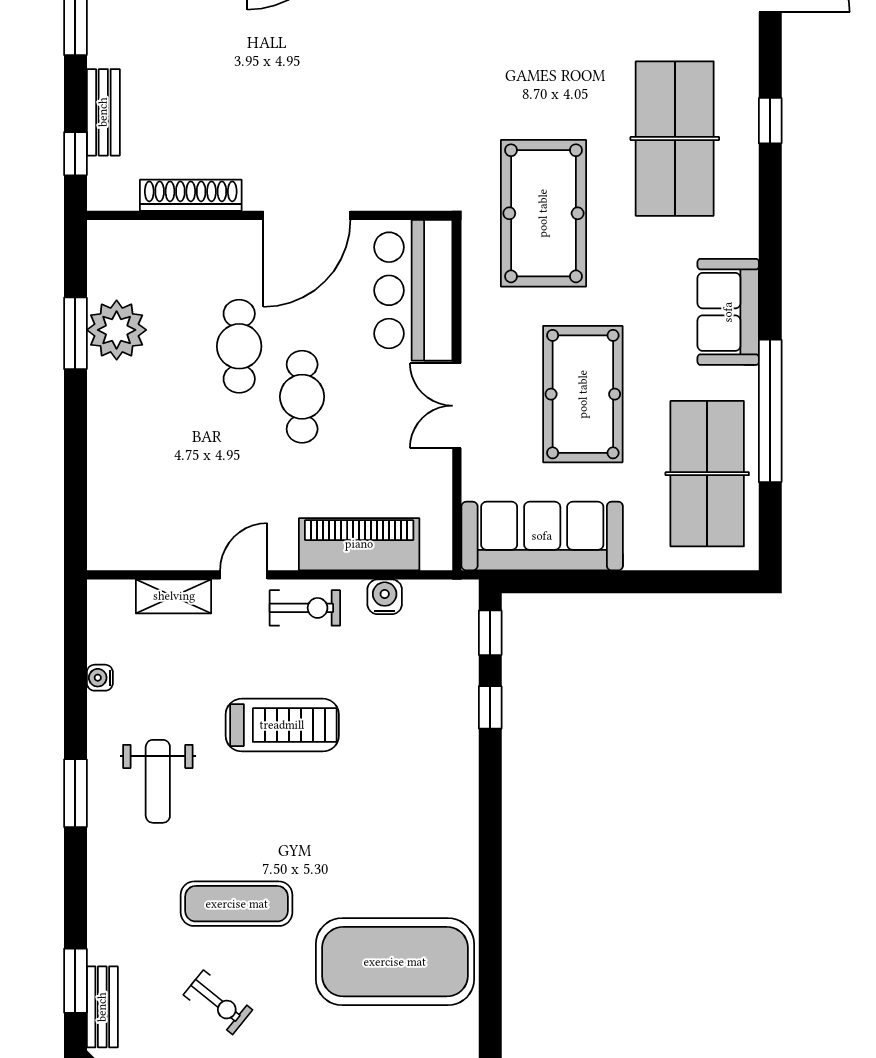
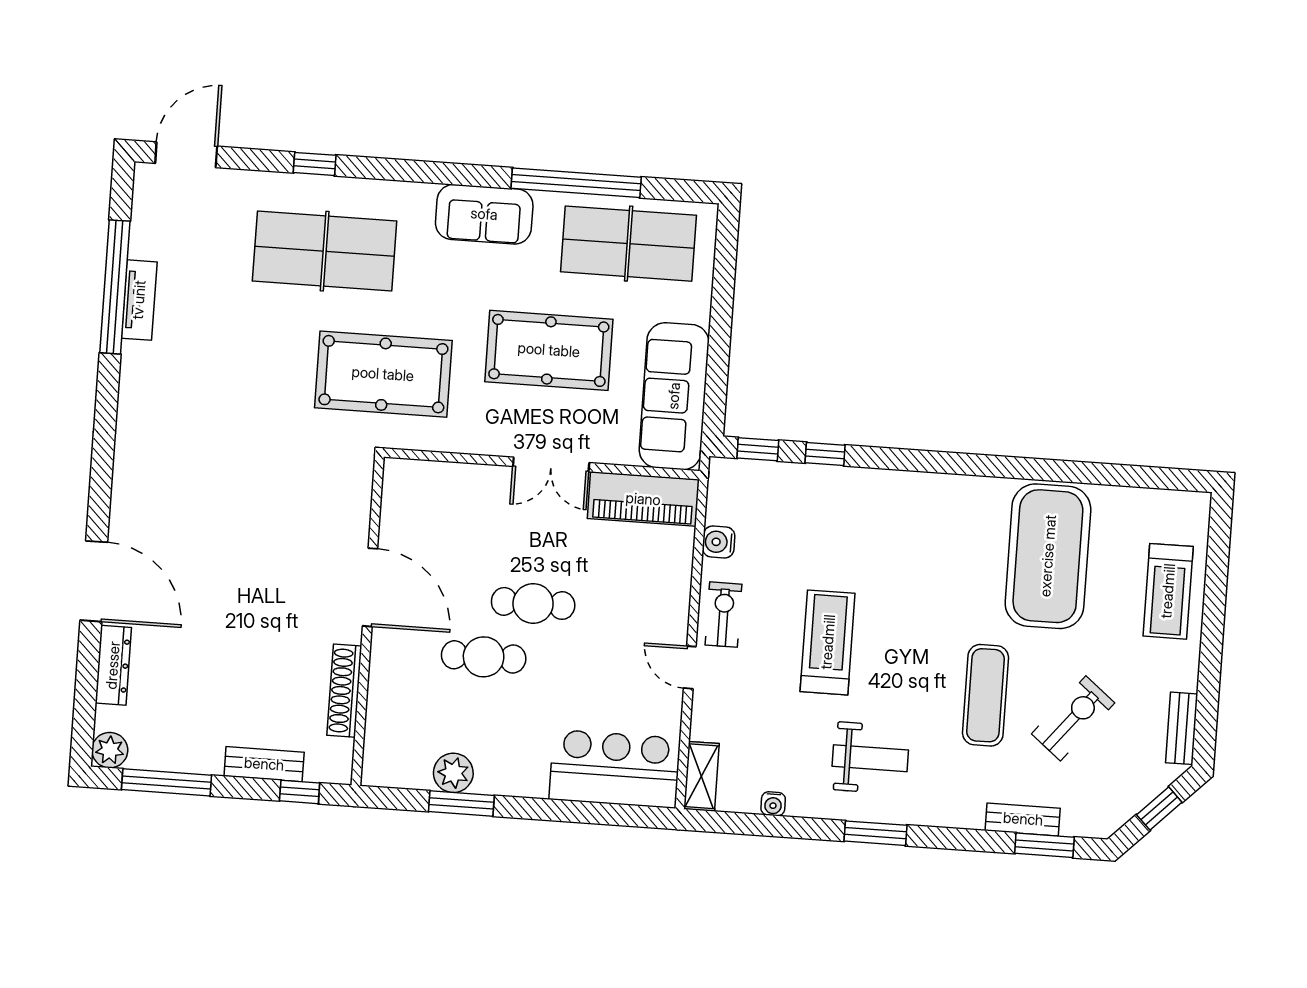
bar counter: (413, 290) -> (615, 769), moved, turned 180
plant: (117, 330) -> (453, 773), width x0.73, depth x0.73
piano: (359, 544) -> (643, 499), moved, turned -90
shelving: (174, 596) -> (701, 776), moved
exercise bike: (218, 1002) -> (1073, 718), width x1.38, depth x1.39
bench: (102, 1007) -> (1023, 819), moved

